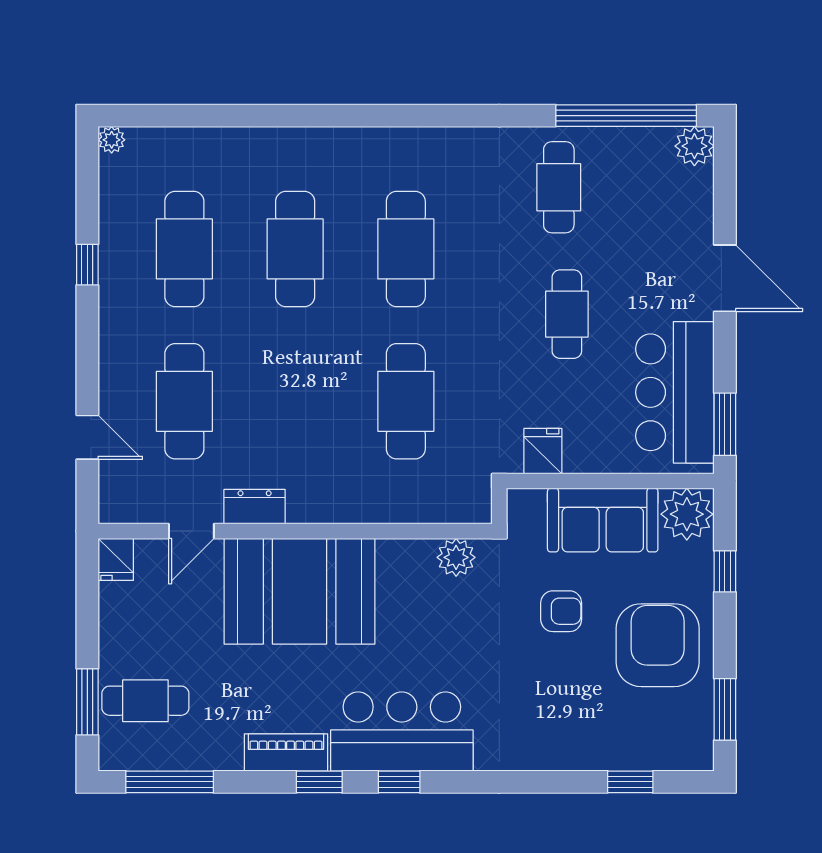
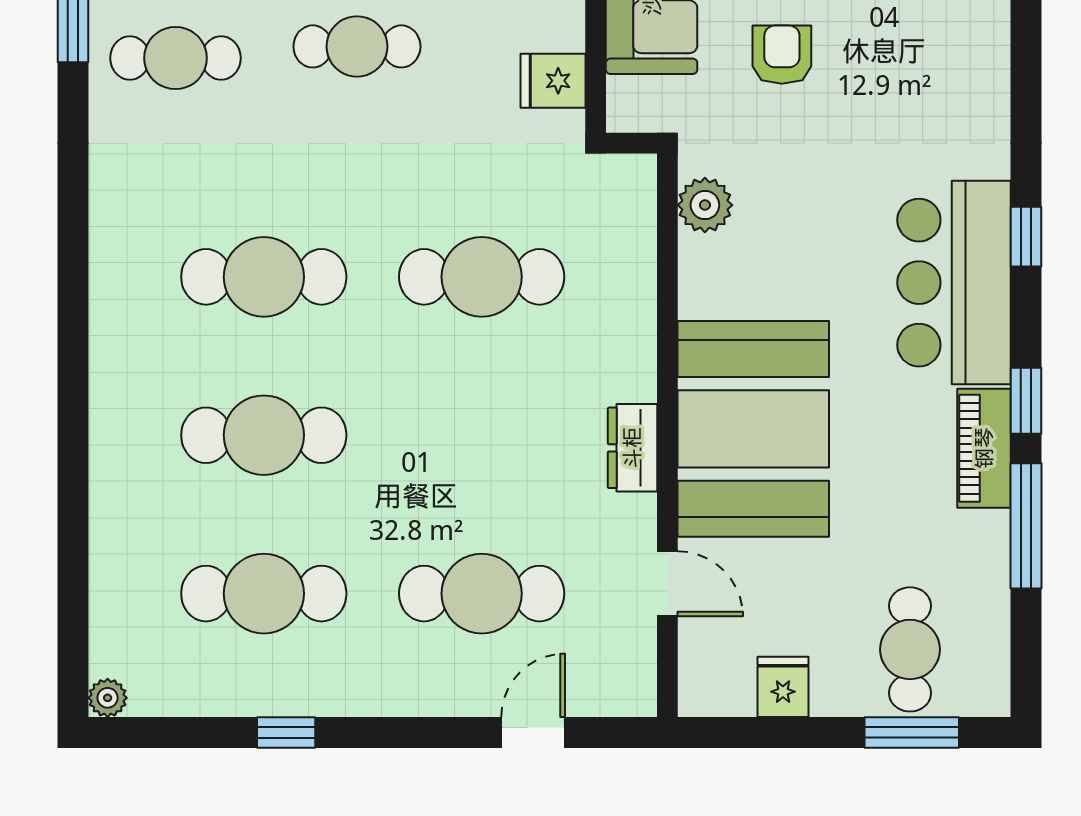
dresser: (255, 507) -> (632, 448), moved
fridge: (116, 559) -> (783, 687), moved, turned -90
window: (170, 782) -> (1026, 526), moved
window: (399, 782) -> (1026, 237), moved

